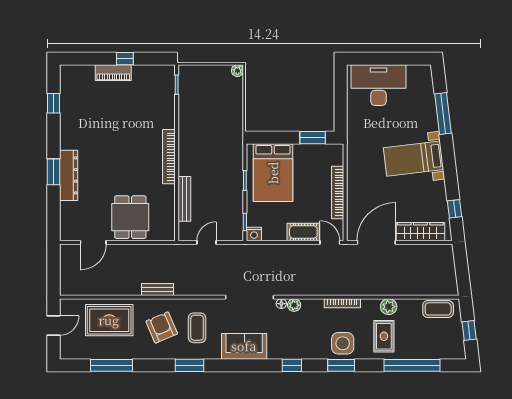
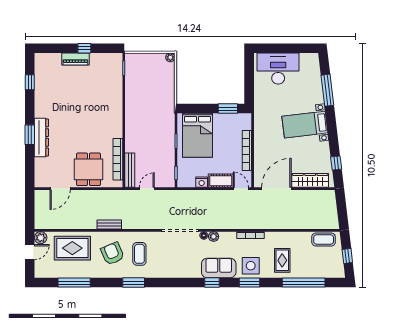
bookcase: (169, 157) -> (118, 159), moved
bench: (184, 199) -> (130, 170), moved
nightstand: (254, 234) -> (202, 182), moved
plant: (389, 307) -> (41, 238), moved
sofa: (244, 346) -> (219, 268), moved

